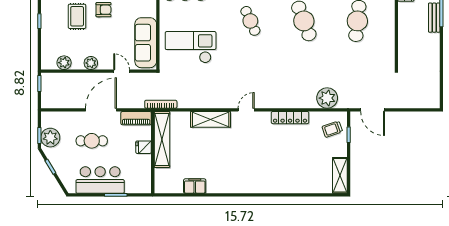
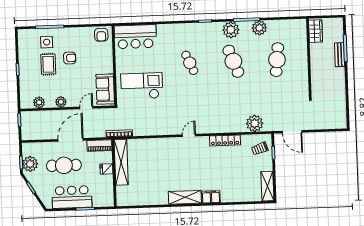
sofa: (146, 43) -> (105, 89), width x0.73
door: (122, 71) -> (86, 108), hinge flipped
shelving: (211, 119) -> (185, 197), moved
cafe table: (92, 141) -> (64, 165), width x1.37, depth x1.35
filing cabinet: (195, 186) -> (211, 197), moved

